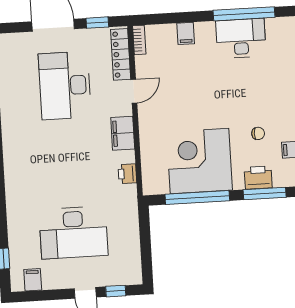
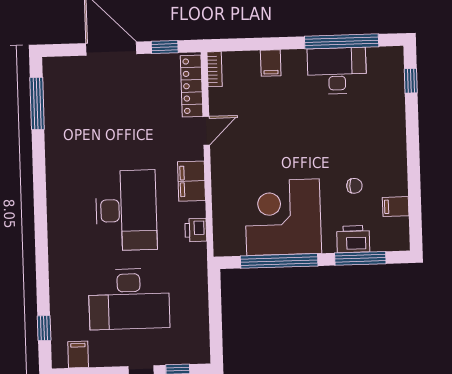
desk: (65, 86) -> (126, 210), moved, turned 180

